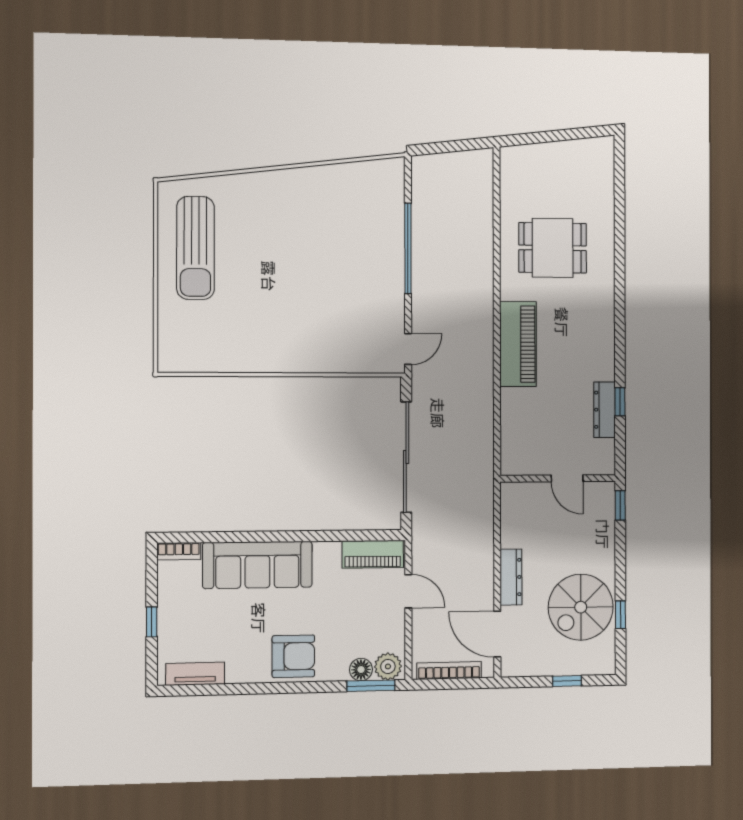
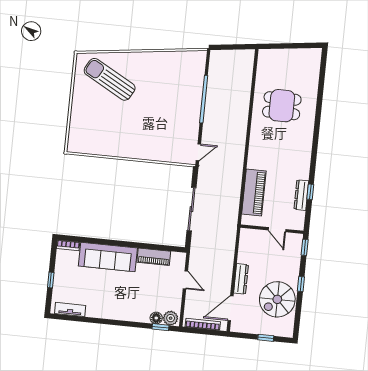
sun lounger: (195, 248) -> (110, 79), moved, turned 119
piano: (518, 344) -> (254, 192), moved
sliding door: (406, 457) -> (191, 209), width x0.73
piano: (373, 554) -> (154, 257), moved
window: (620, 615) -> (301, 284), moved
door: (497, 634) -> (231, 308), hinge flipped
armchair: (293, 656) -> (122, 307), removed
window: (371, 686) -> (161, 327), width x0.67

